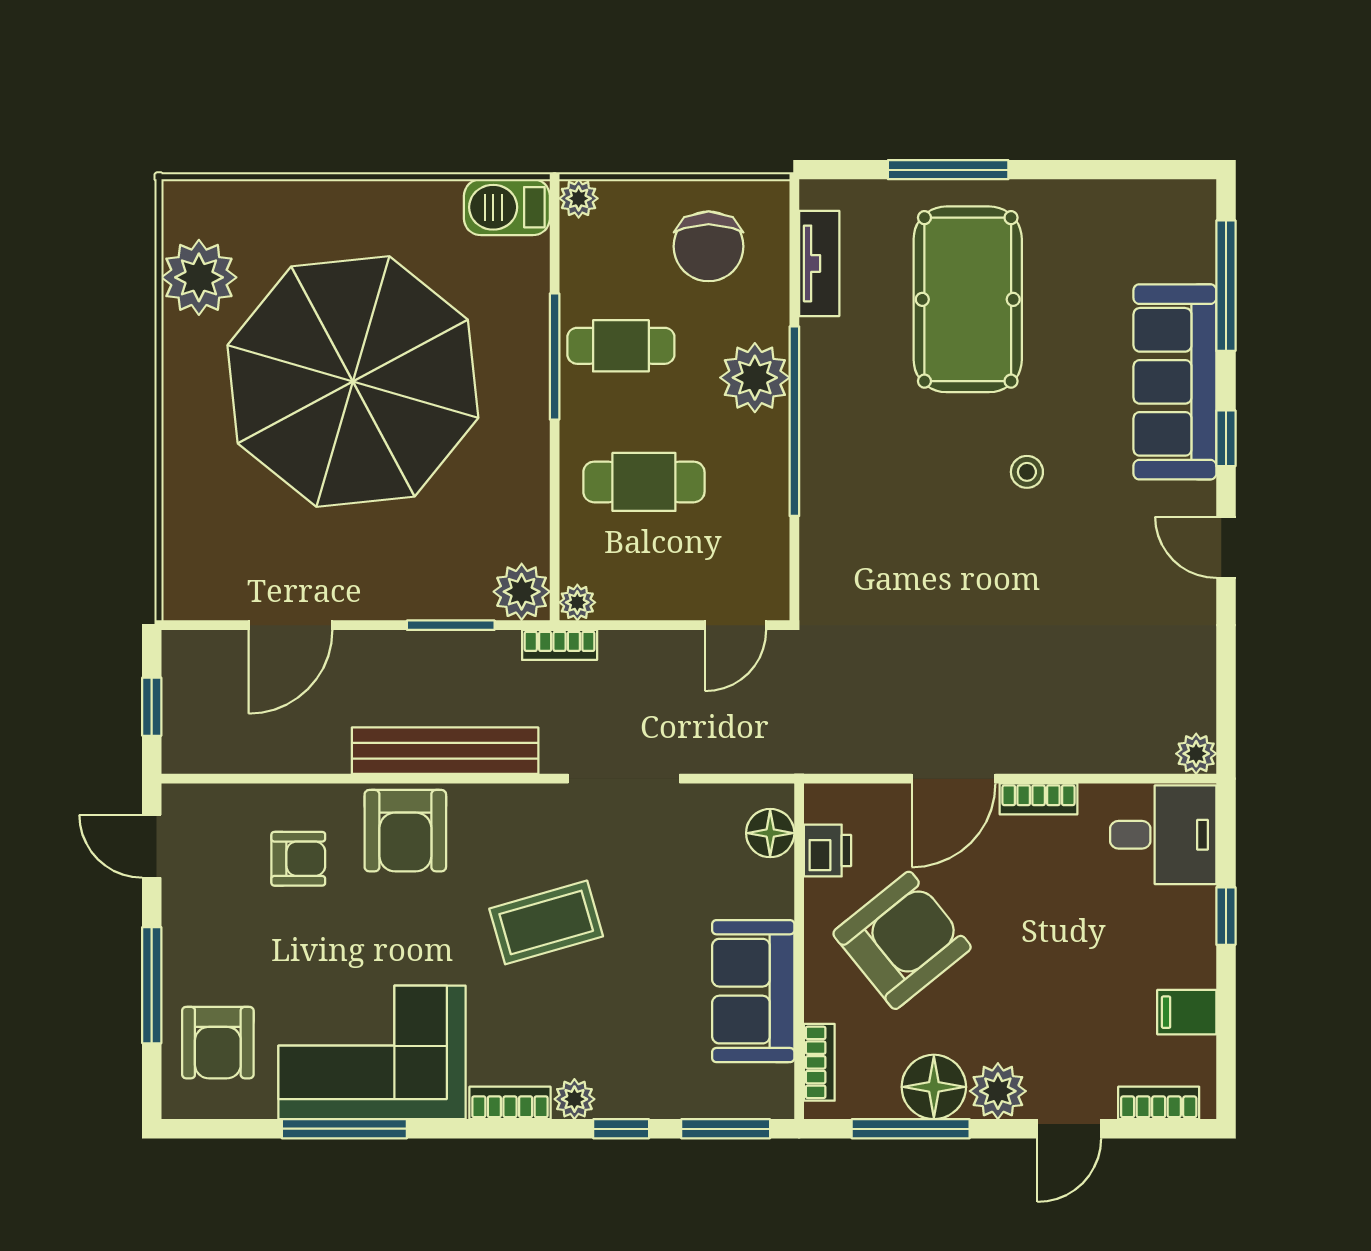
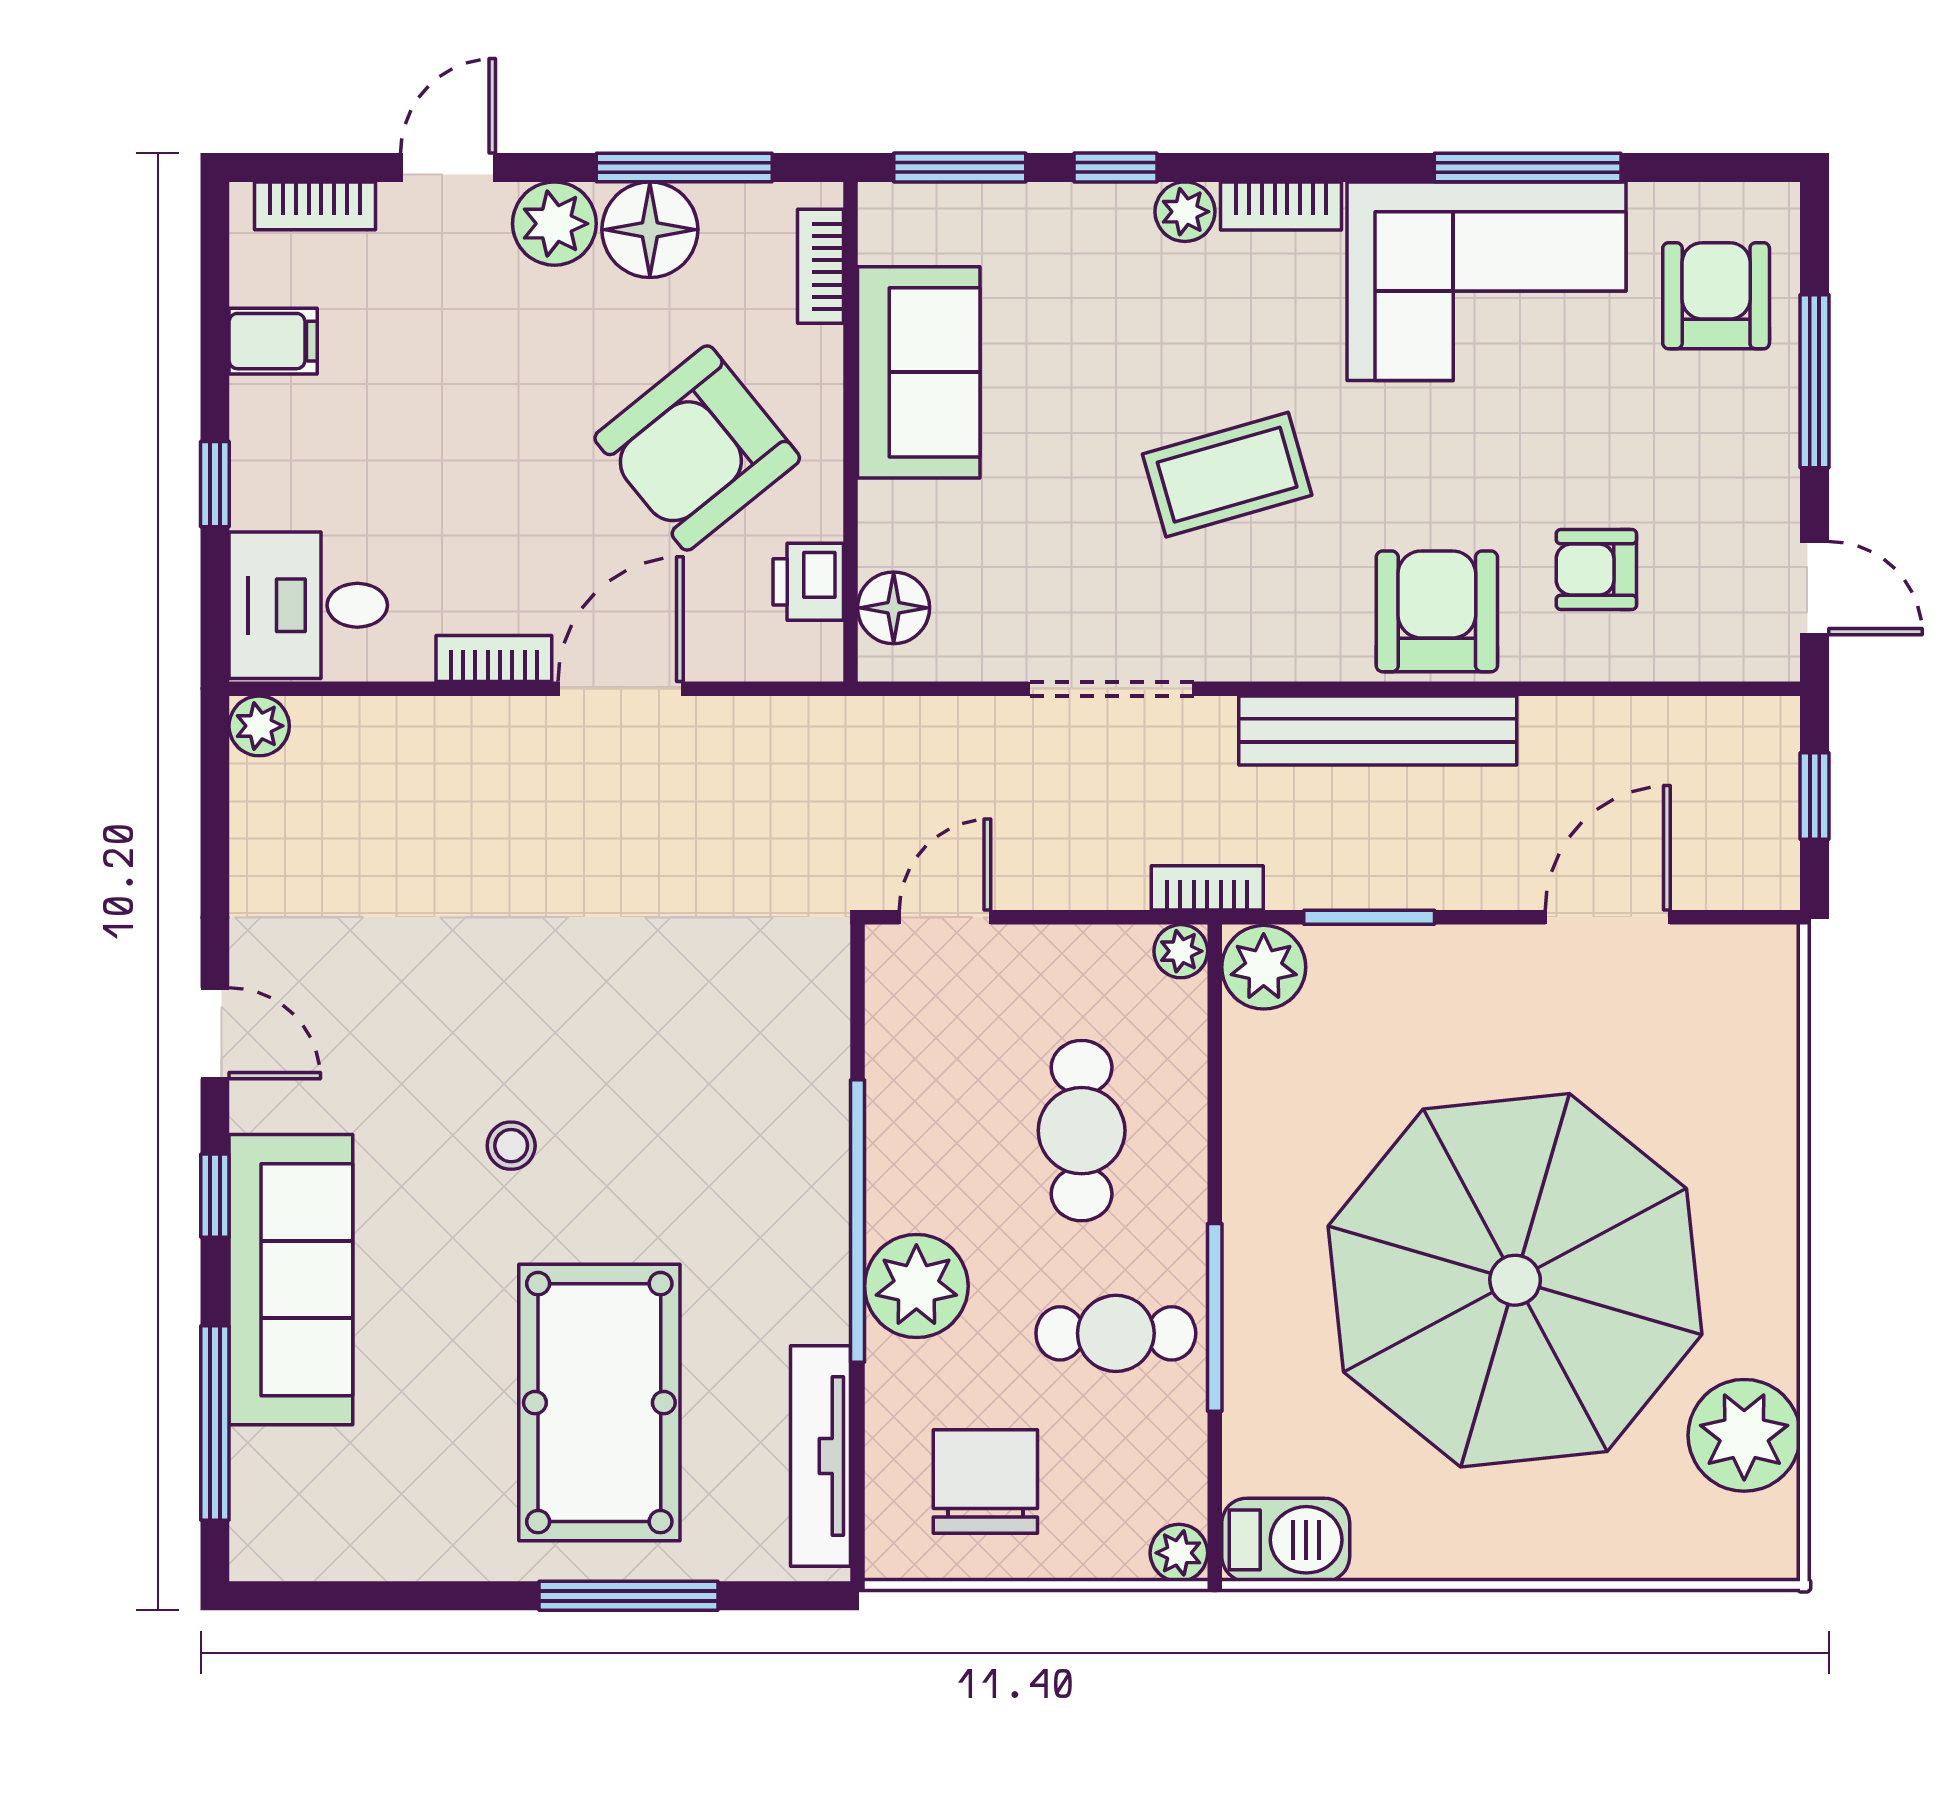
tv unit: (819, 263) -> (821, 1456), width x1.41
cafe table: (644, 482) -> (1082, 1131), turned 90

